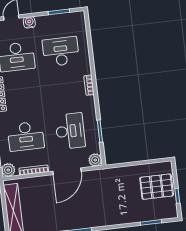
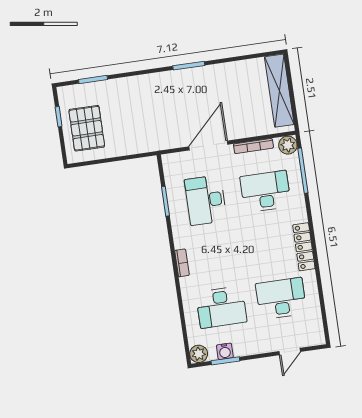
water cooler: (29, 22) -> (225, 351), moved
plant: (95, 160) -> (199, 354), moved
pallet: (157, 187) -> (87, 128), turned 90

